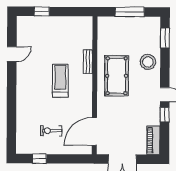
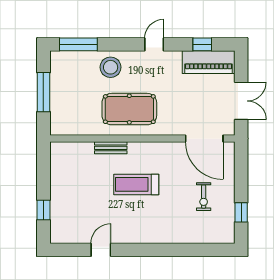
window: (165, 38) -> (78, 44), width x1.44
door: (12, 54) -> (101, 250), hinge flipped
window: (165, 115) -> (202, 44), moved
piano: (153, 140) -> (209, 62), width x1.37, depth x1.33

